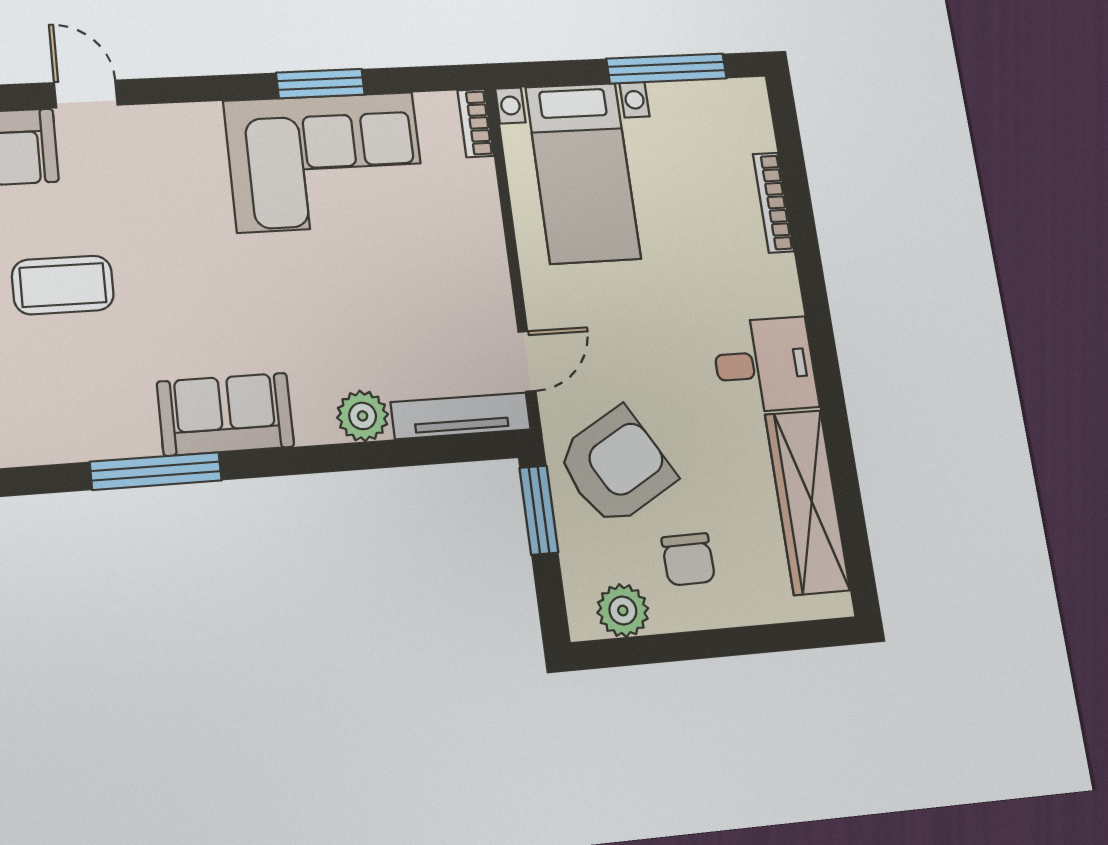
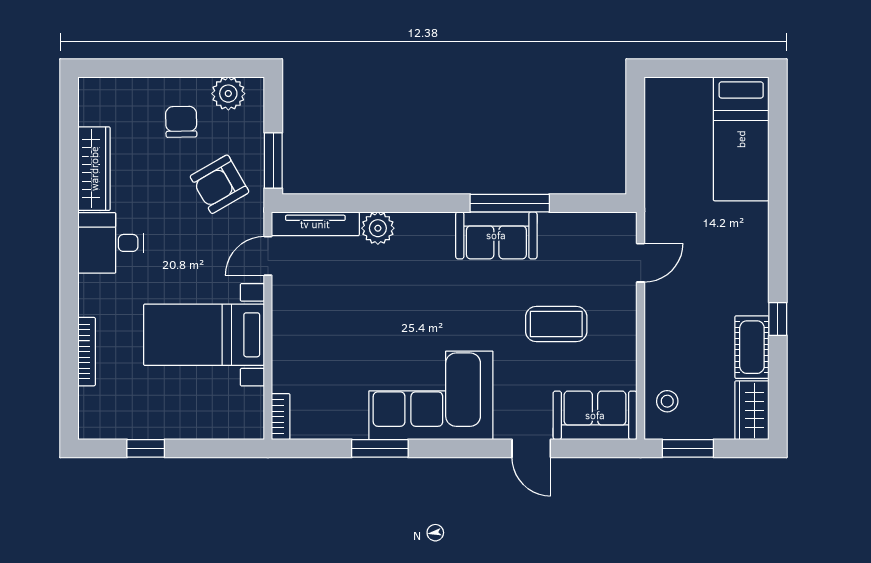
window: (667, 68) -> (146, 448), width x0.46
corner sofa: (326, 162) -> (431, 395), moved
bed with nightstands: (583, 173) -> (204, 335), moved, turned -90
sofa: (226, 414) -> (496, 235), moved
armchair: (616, 466) -> (220, 184), width x0.73, depth x0.73
wardrobe: (807, 502) -> (94, 169), width x0.71, depth x0.85

